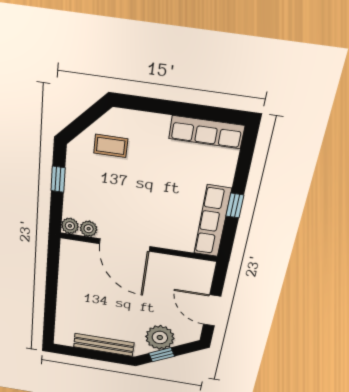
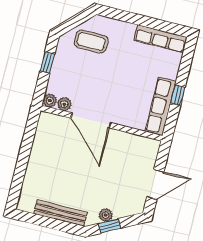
coffee table: (111, 146) -> (91, 41), width x1.36, depth x1.30
door: (212, 310) -> (155, 184), swing flipped
plant: (160, 337) -> (106, 215), width x0.53, depth x0.53

